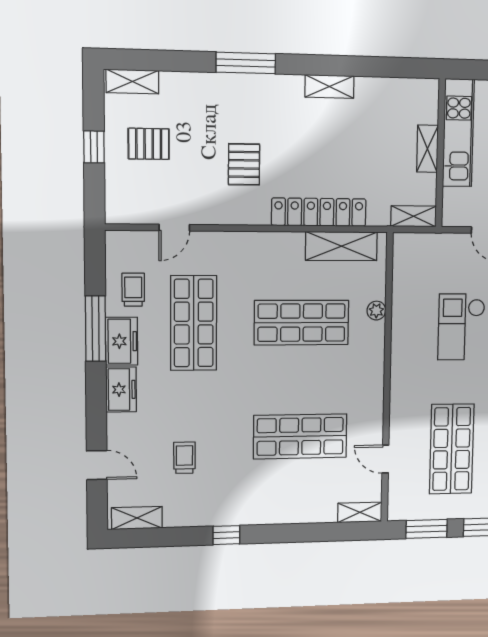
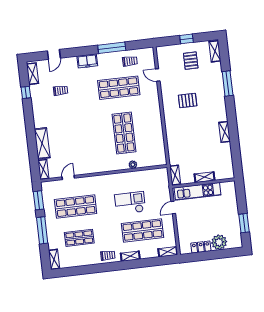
window: (246, 63) -> (228, 84), moved
kitchen unit: (458, 133) -> (198, 191), moved
locker: (319, 212) -> (172, 134), removed
shelving: (341, 246) -> (42, 143), moved
freezer: (122, 341) -> (108, 59), removed
shop shelf: (300, 436) -> (75, 139), removed
window: (226, 535) -> (26, 92), moved

